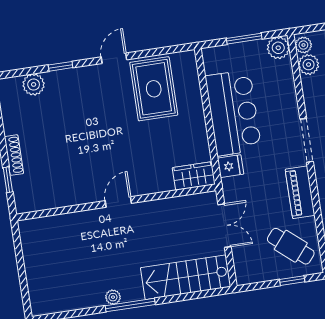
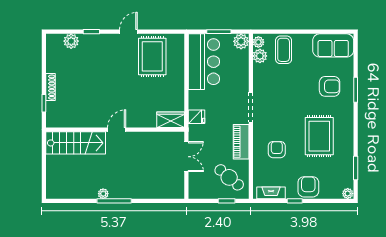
bar counter: (233, 113) -> (204, 62), moved
stairs: (186, 277) -> (76, 143), moved, turned 180

